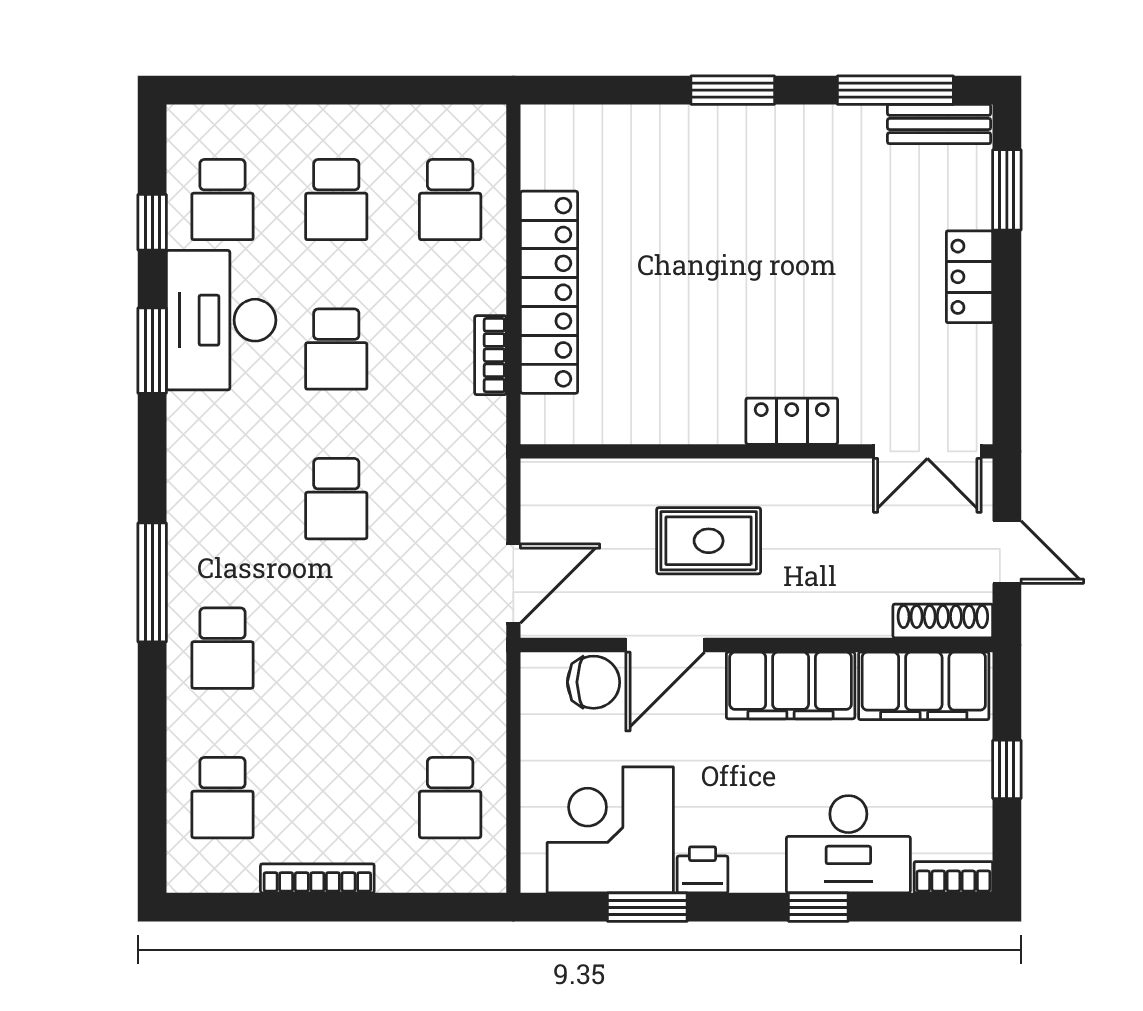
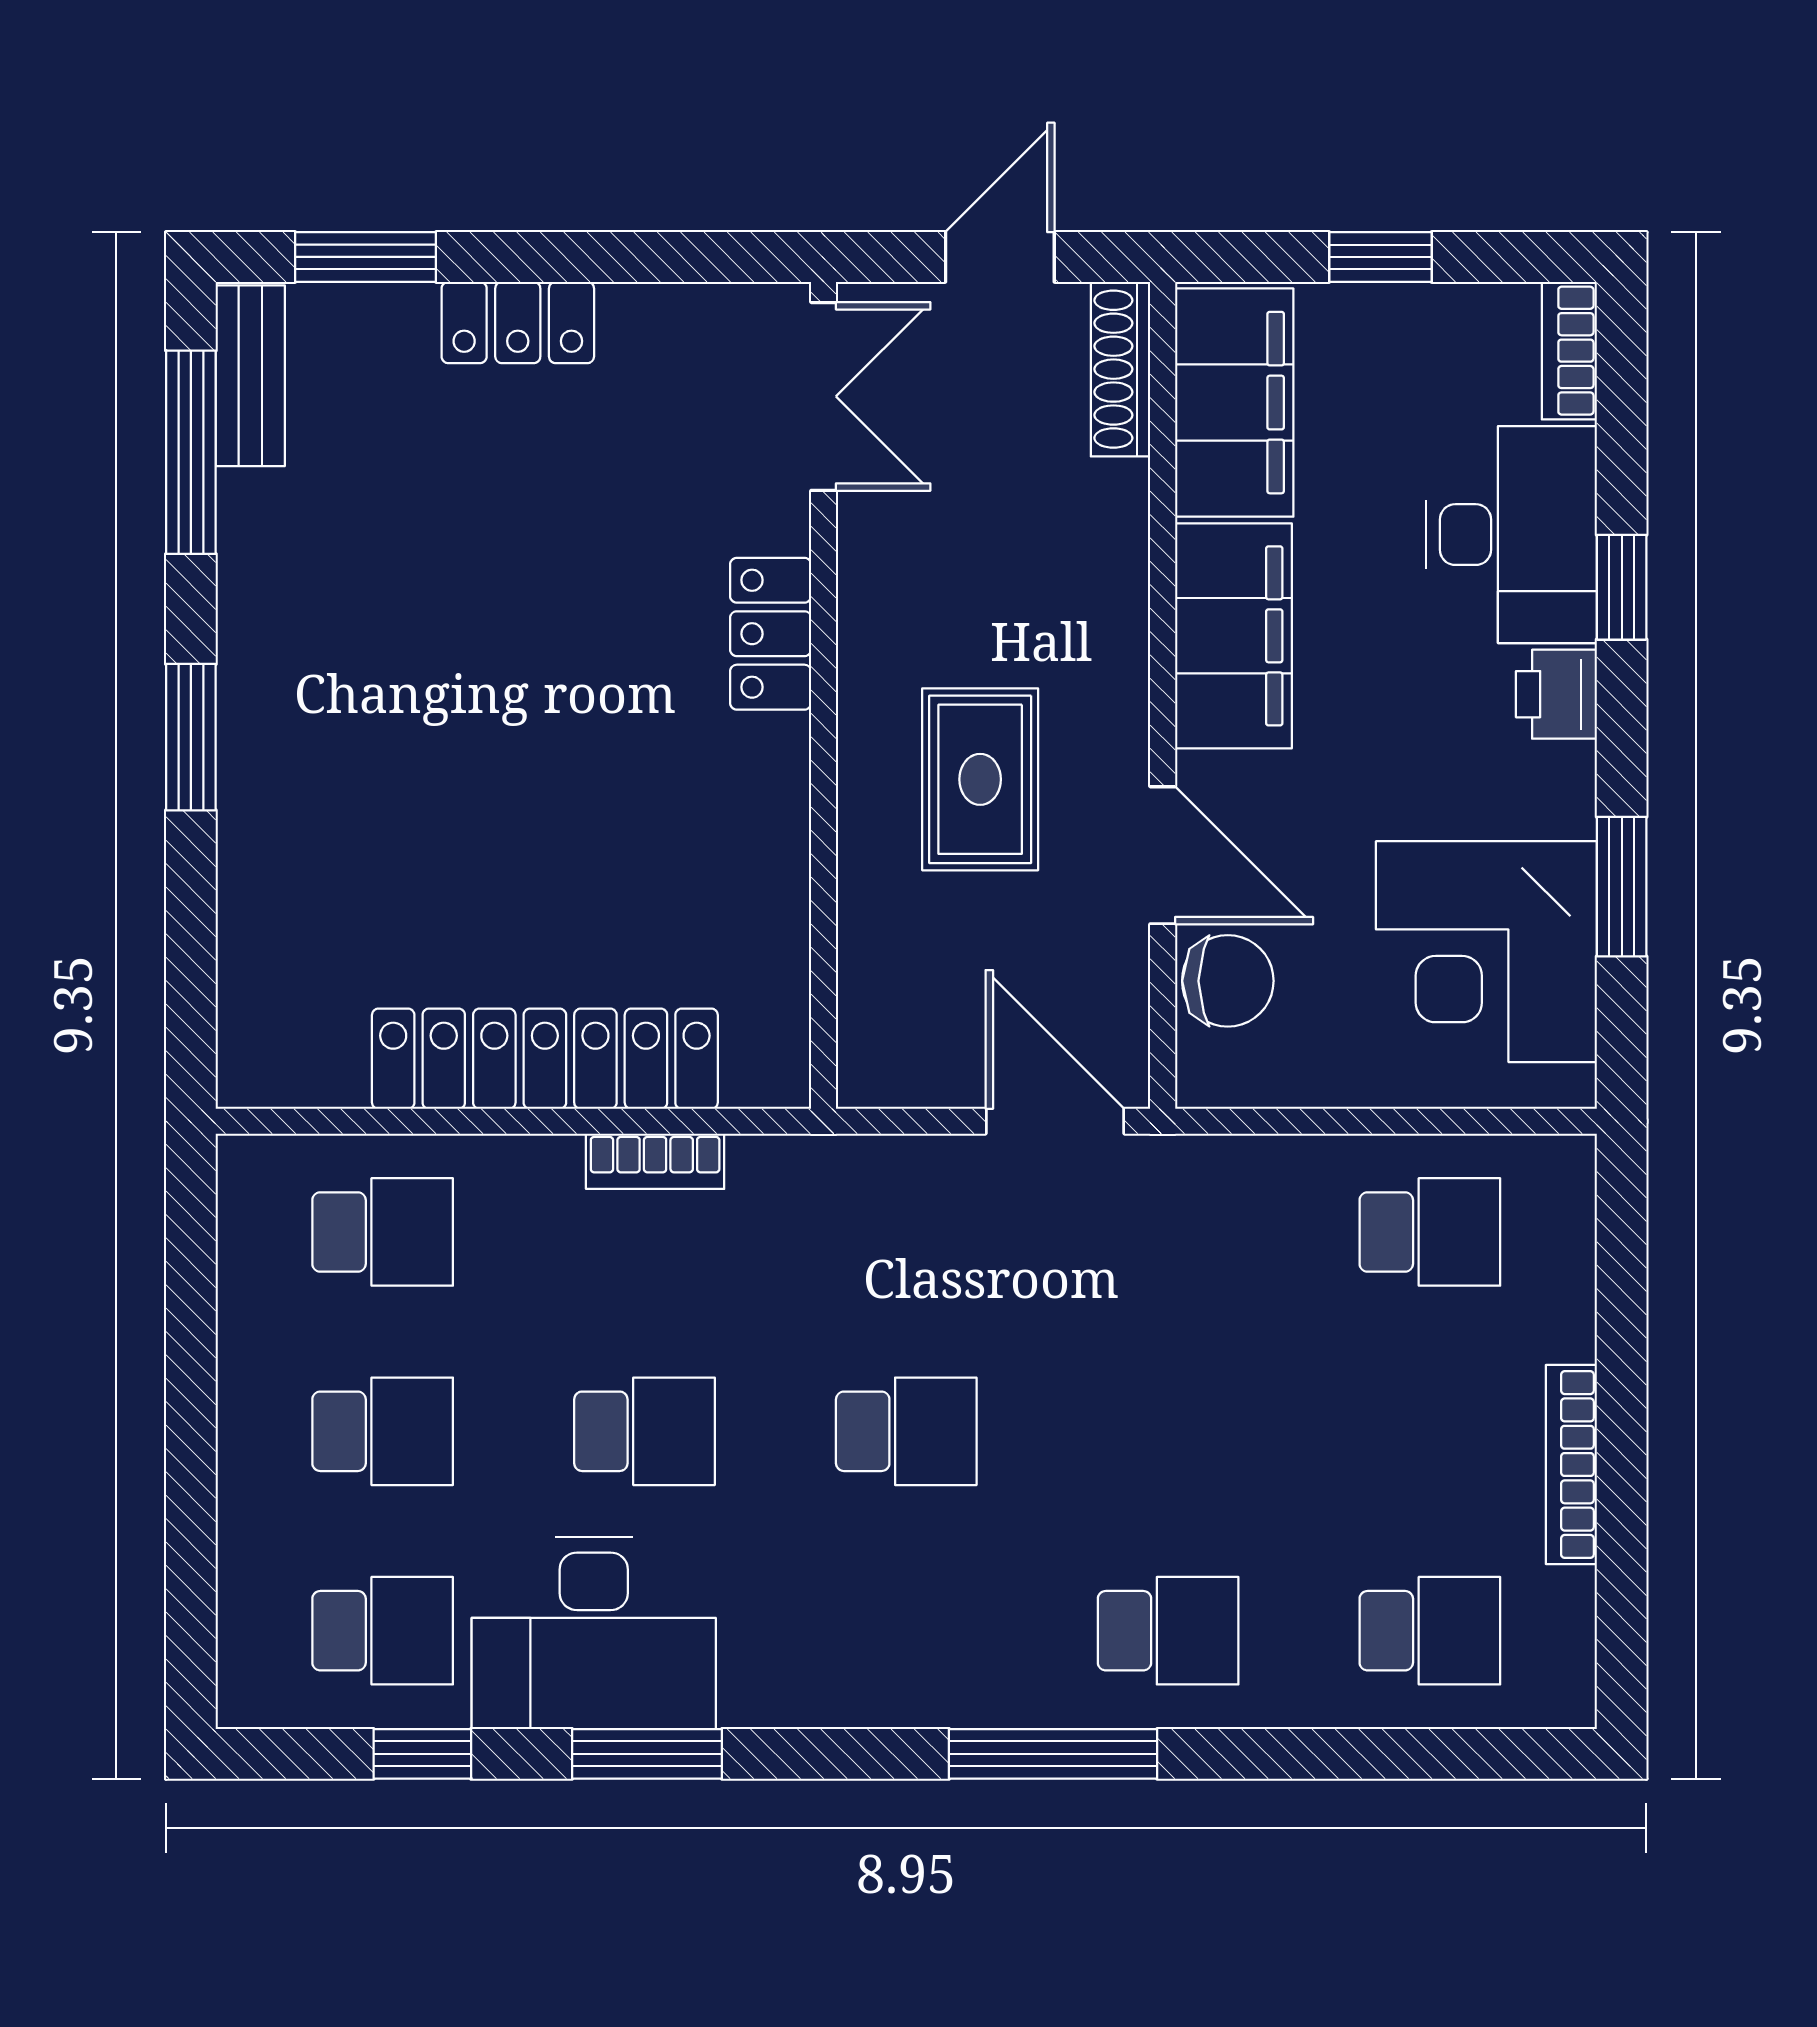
chair: (594, 682) -> (1228, 981), turned 90
printer: (703, 870) -> (1556, 694), moved

